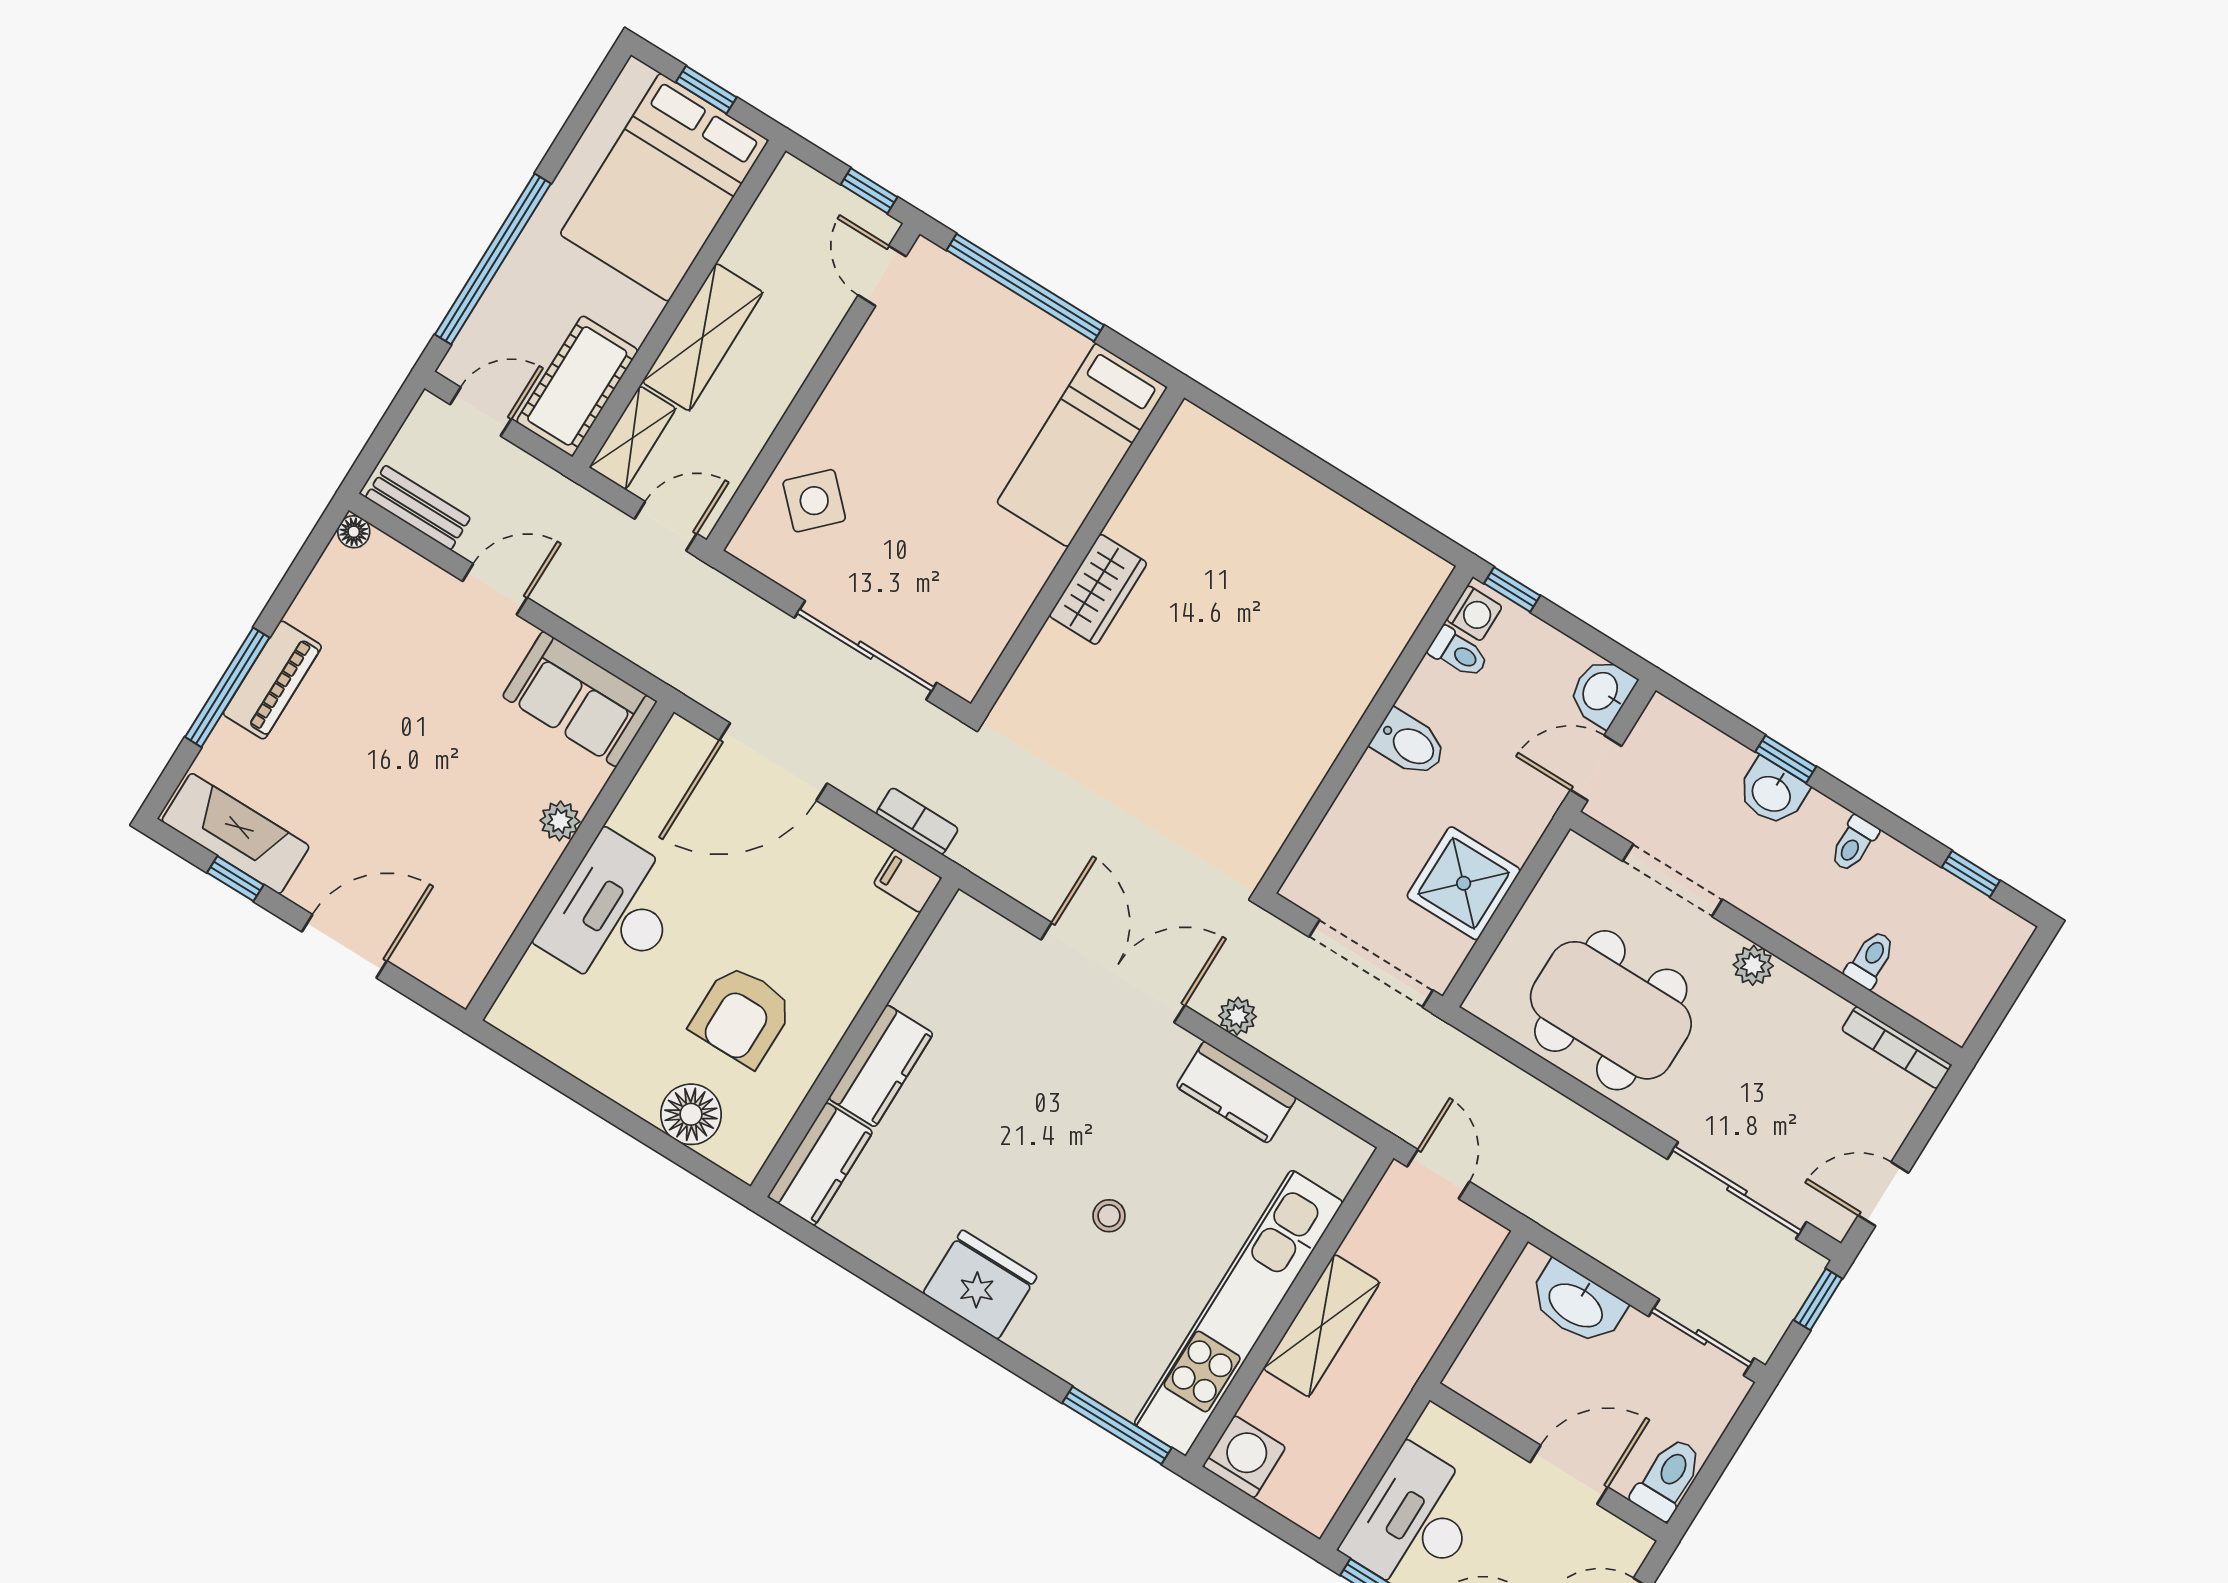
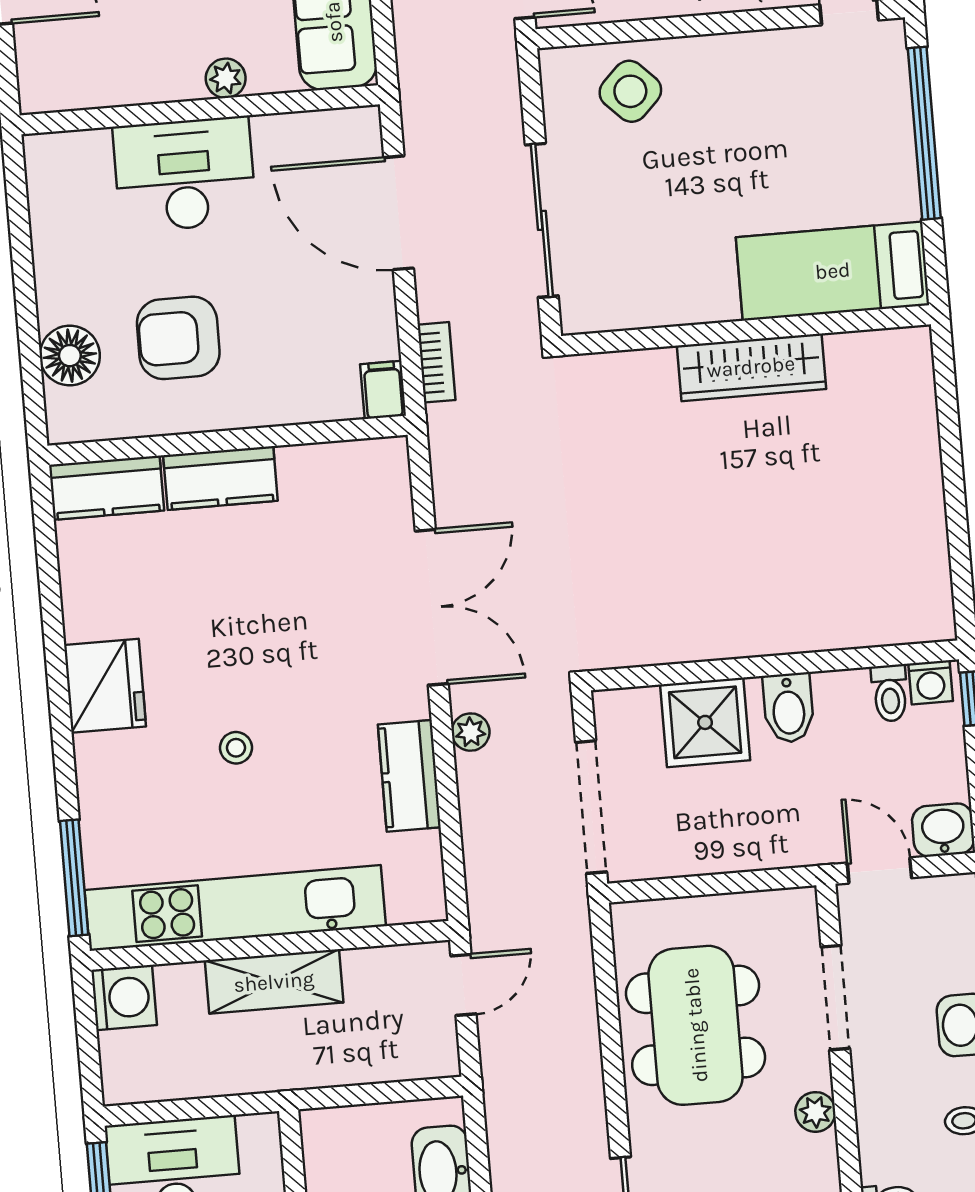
wardrobe: (1098, 589) -> (751, 367), width x1.50
shower: (1464, 883) -> (705, 722), moved

